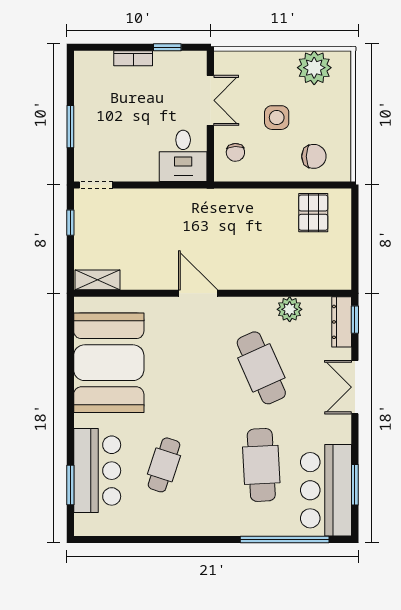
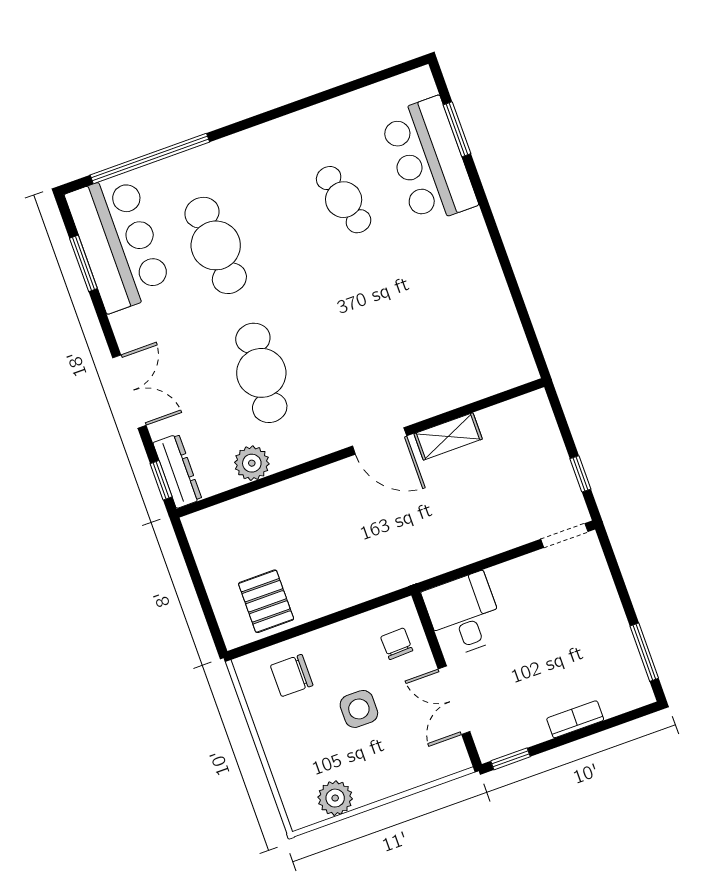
window: (167, 47) -> (511, 759), moved
plant: (314, 68) -> (335, 798), width x0.73, depth x0.73
window: (70, 127) -> (644, 652), moved
shelving: (97, 280) -> (448, 436), moved
booth: (109, 363) -> (464, 308), removed
cafe table: (261, 368) -> (261, 373), turned 30
cafe table: (164, 465) -> (344, 200), turned -33

